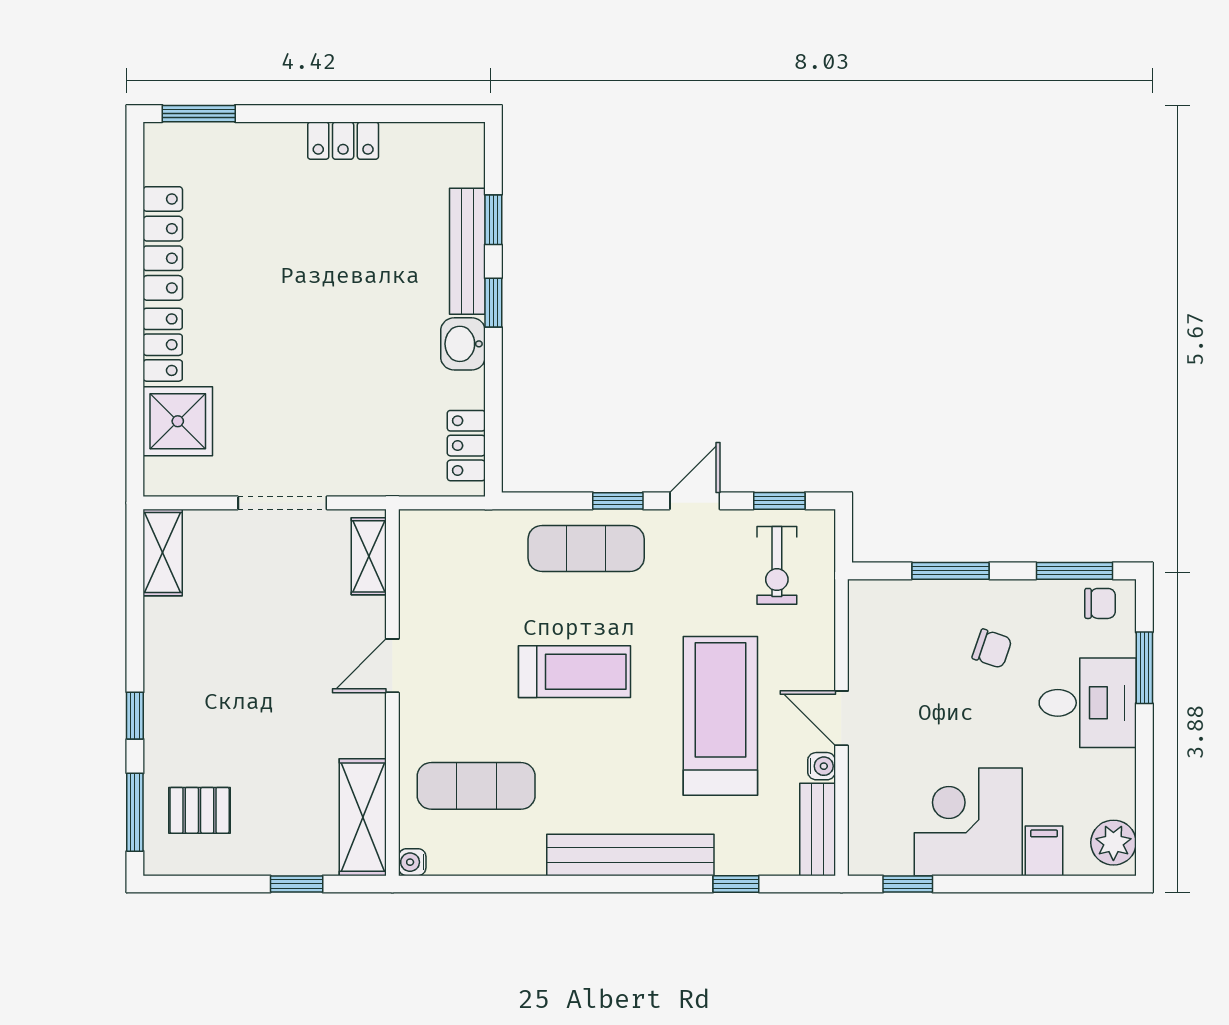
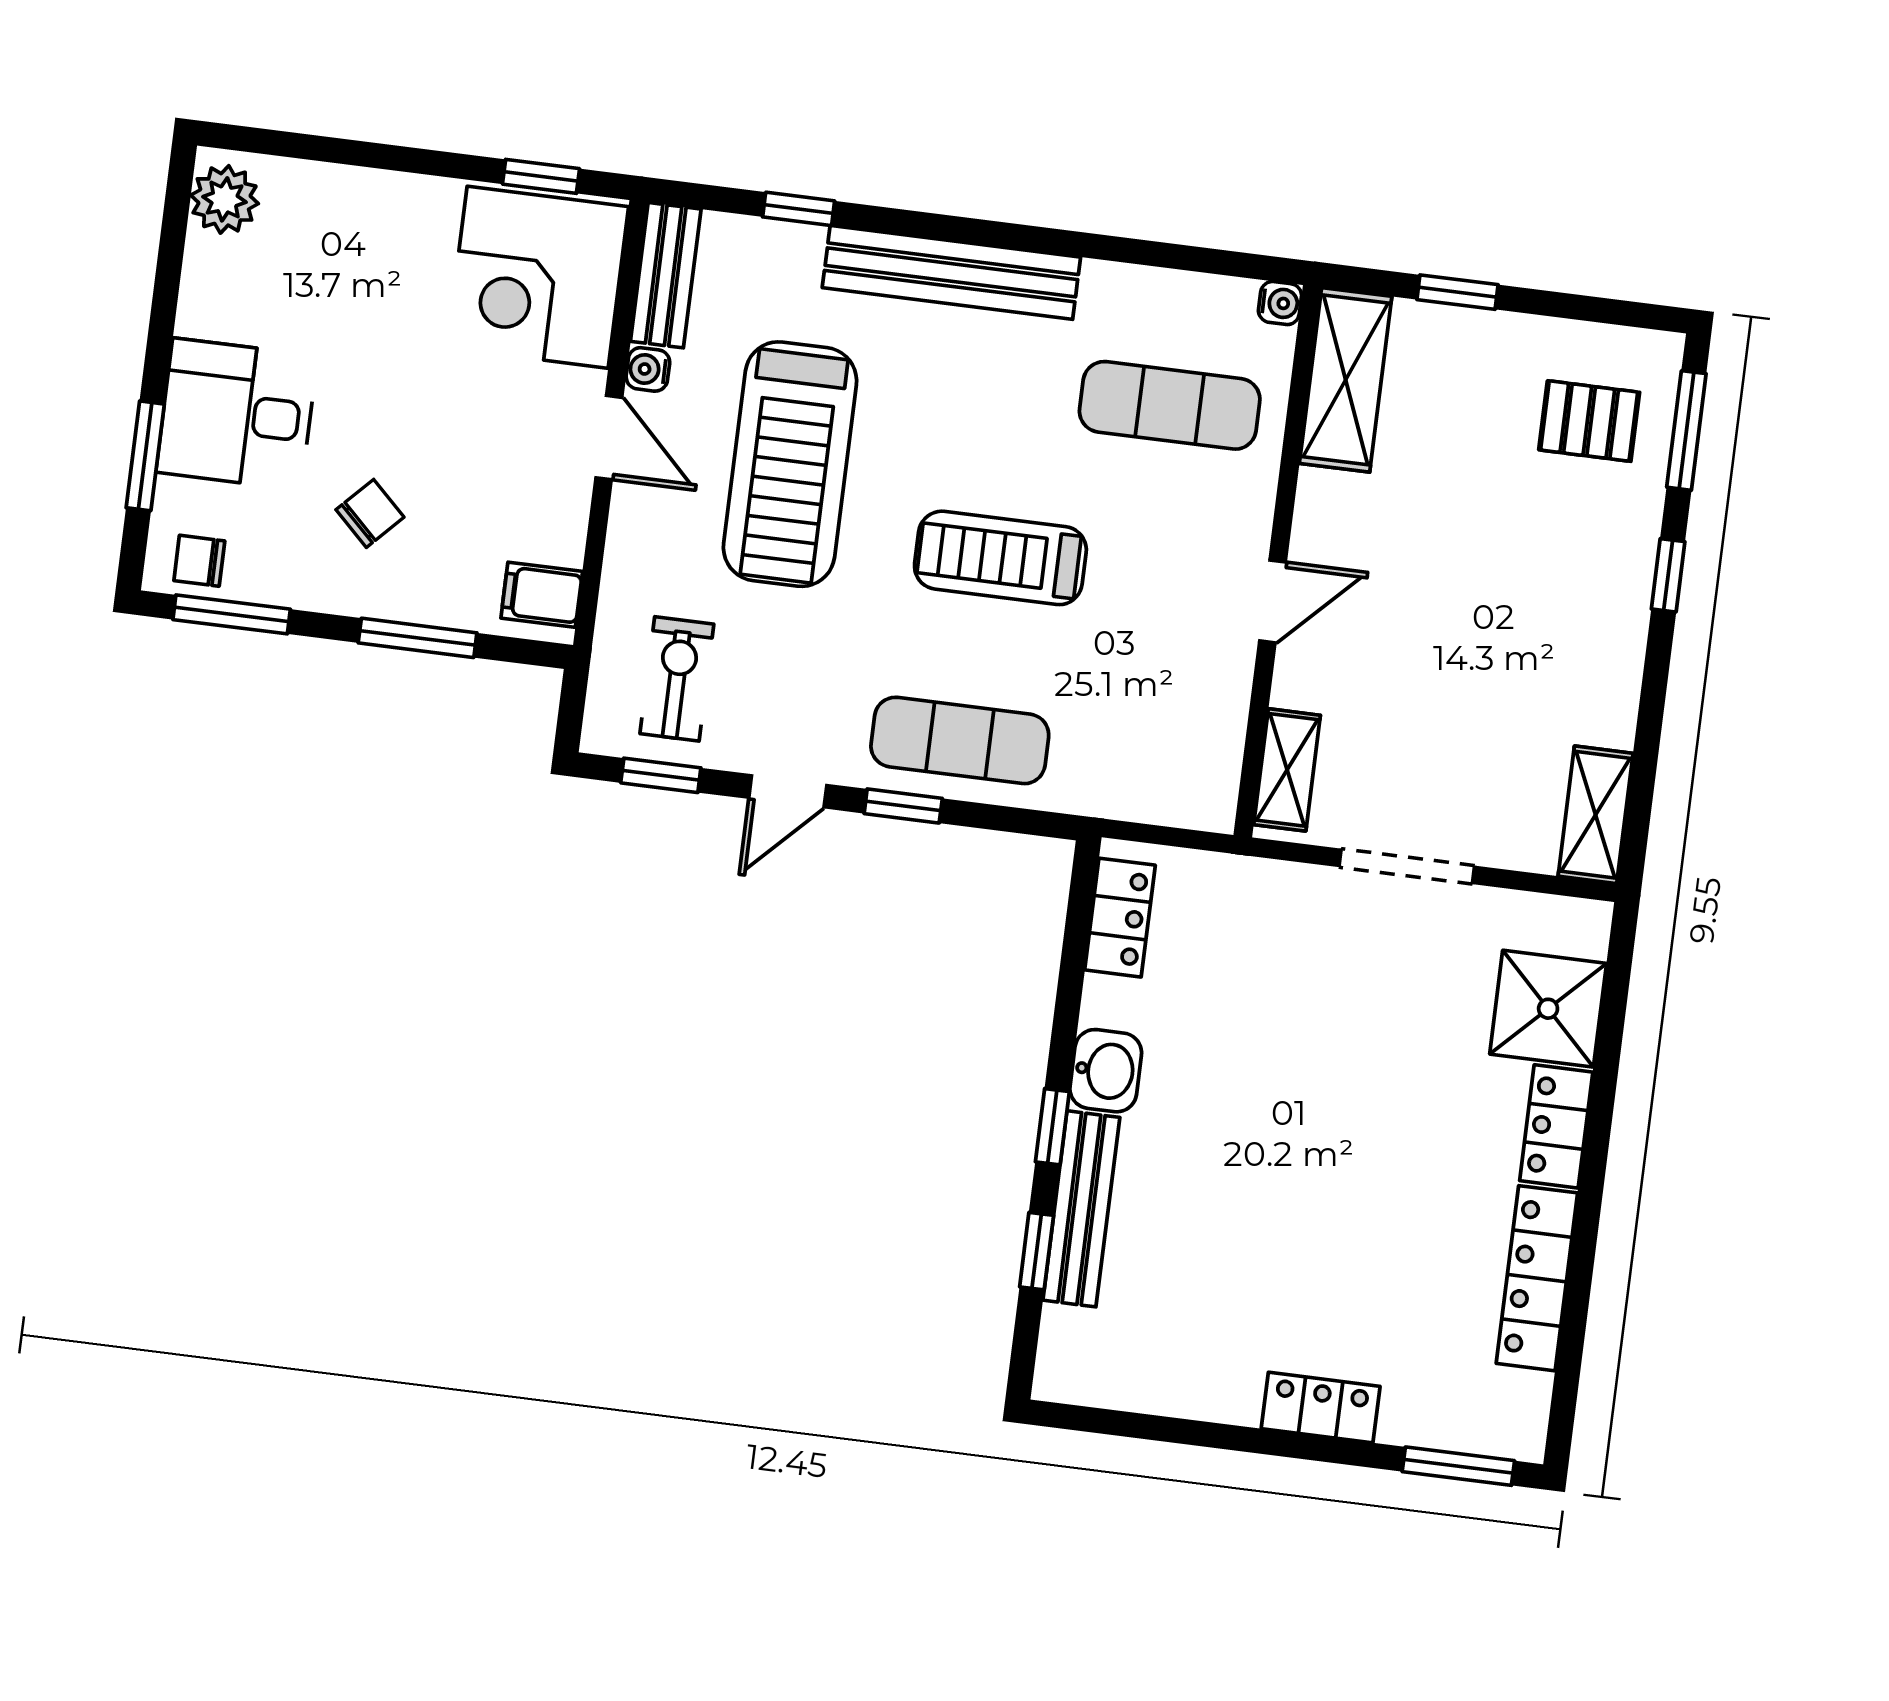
locker: (343, 141) -> (1321, 1408), moved
chair: (992, 649) -> (370, 513), turned 115
corner desk: (968, 822) -> (538, 277), moved, turned 90
filing cabinet: (1044, 851) -> (542, 595), moved, turned 90

